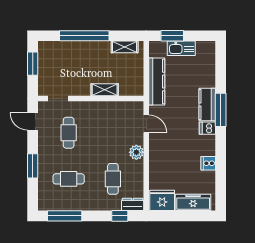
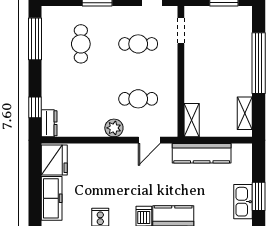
window: (172, 36) -> (259, 196), moved
kitchen sink: (181, 48) -> (243, 202), moved
shelving: (105, 90) -> (192, 120), moved
cafe table: (113, 179) -> (138, 99), moved

